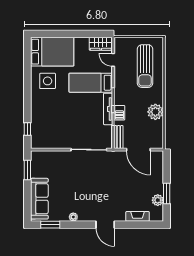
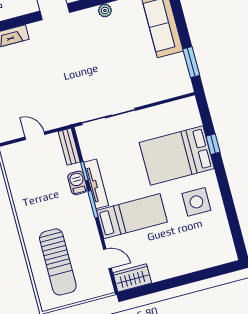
bed: (52, 52) -> (177, 155), moved
sun lounger: (145, 66) -> (58, 262), turned 180
plant: (155, 112) -> (24, 198), removed
window: (27, 129) -> (213, 144), moved
door: (138, 150) -> (35, 136), width x0.53

